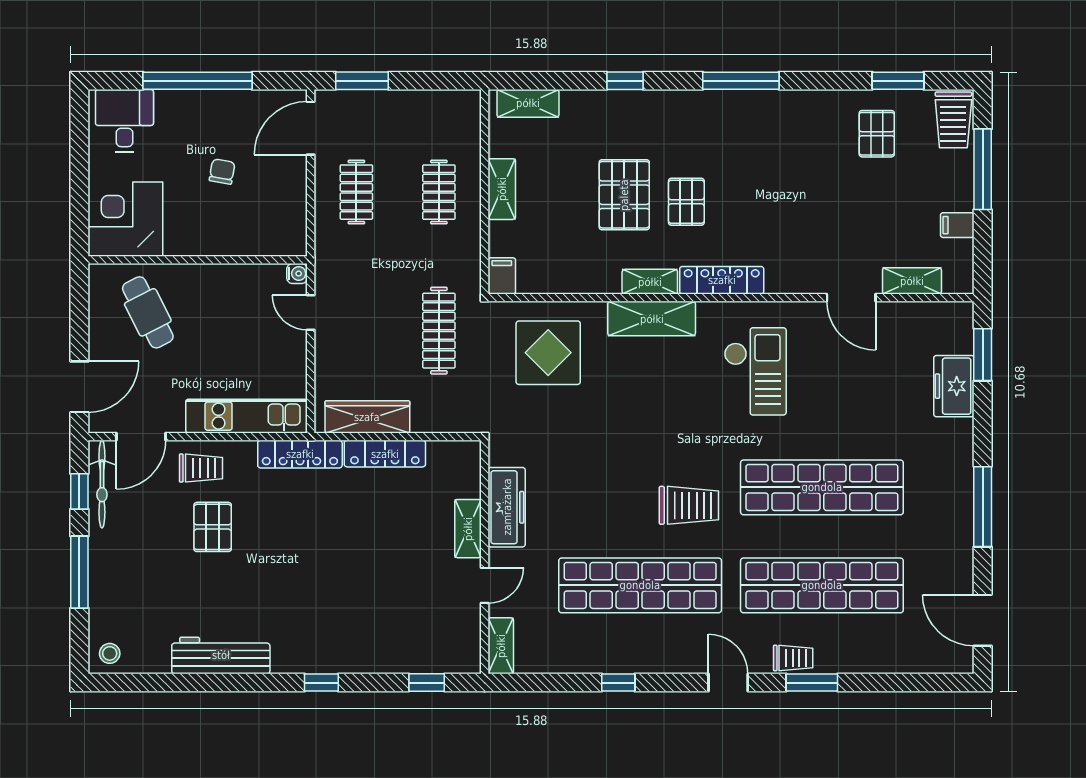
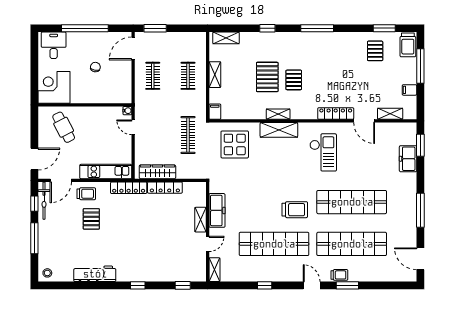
locker: (722, 280) -> (336, 113), moved

